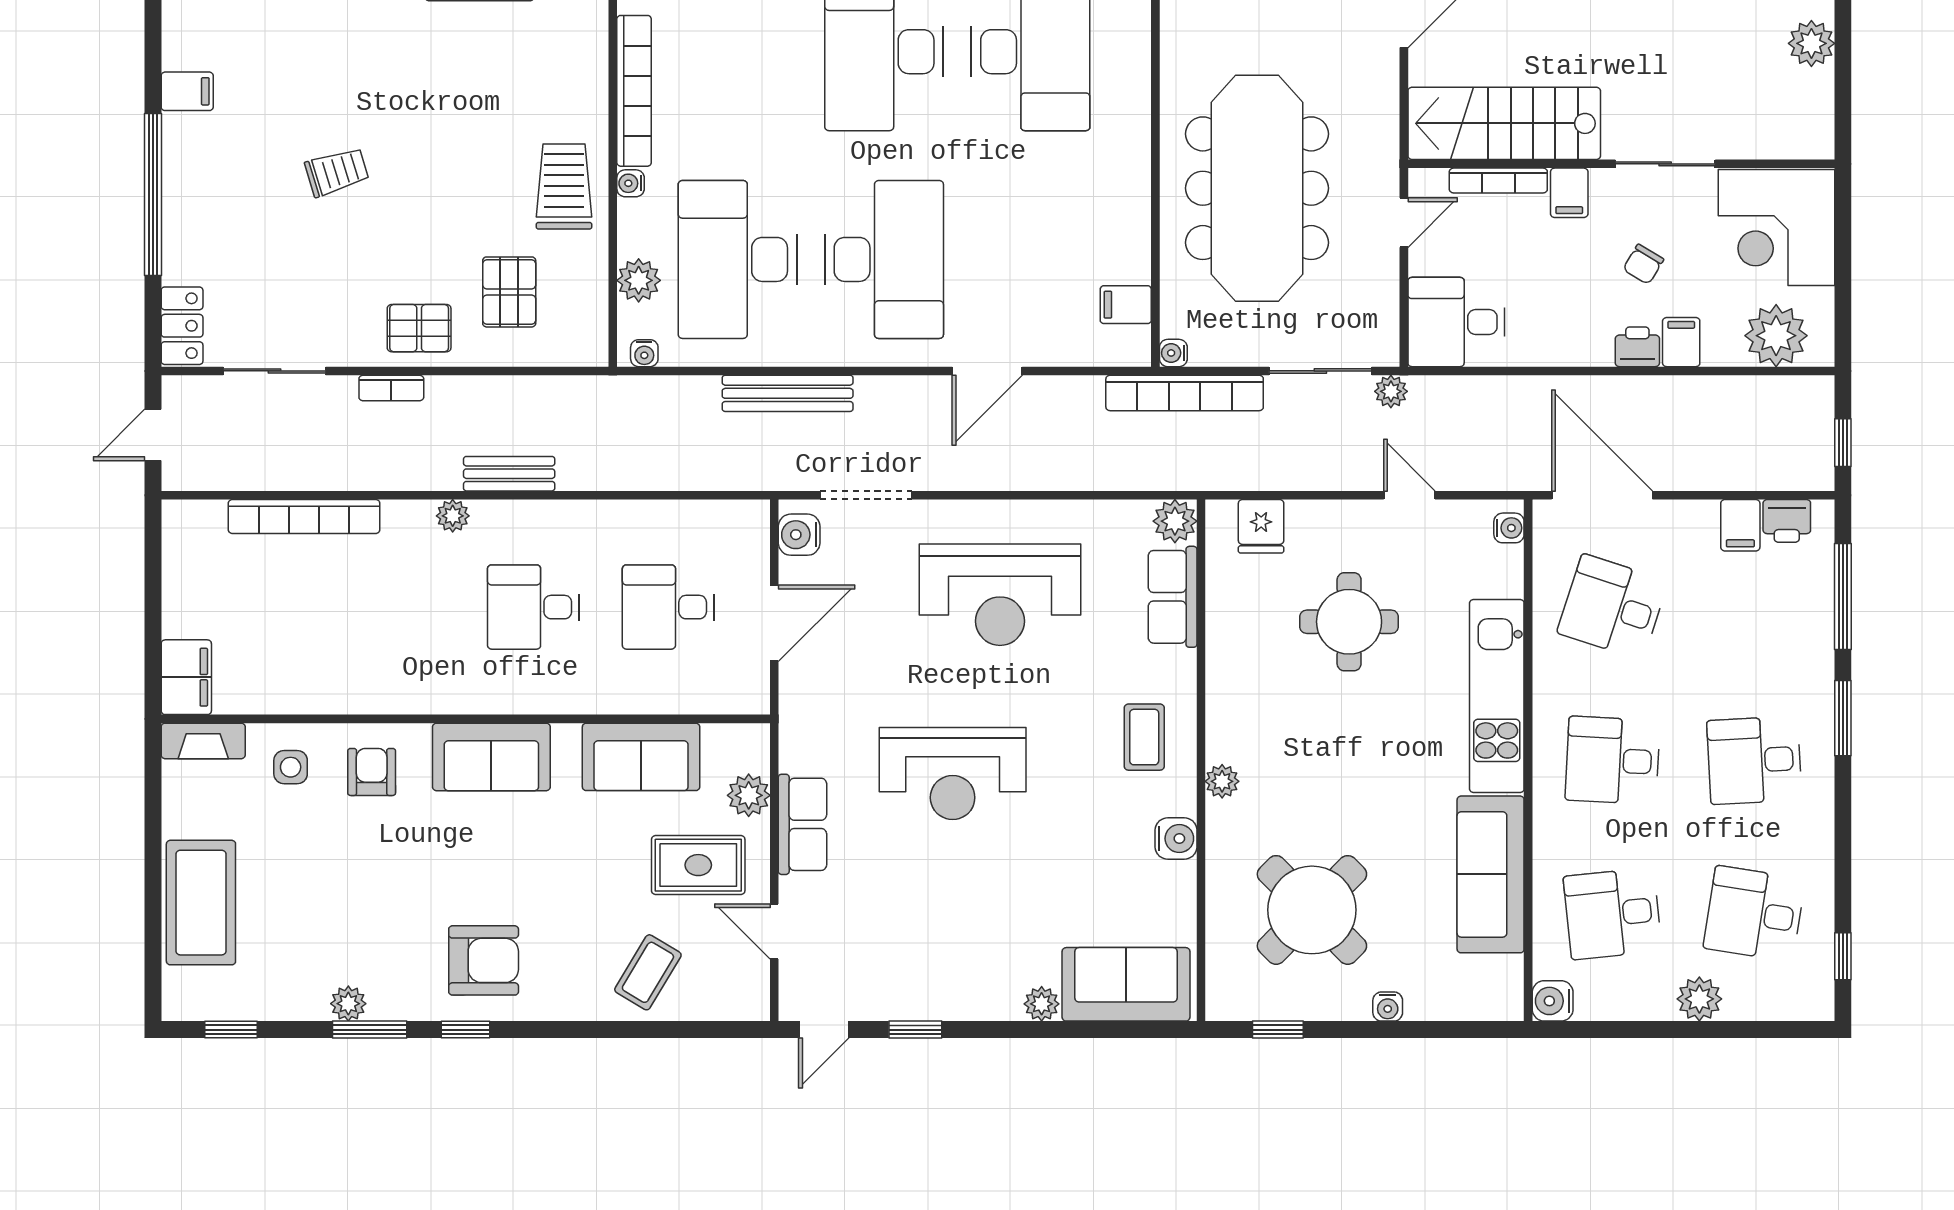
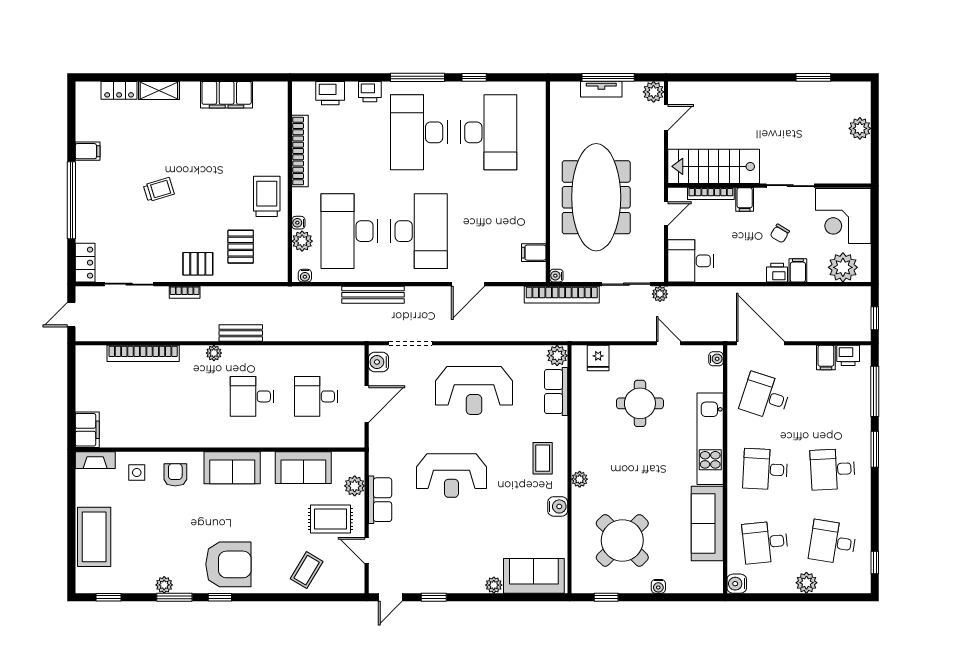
water cooler: (631, 183) -> (298, 223), moved
armchair: (484, 960) -> (228, 564), width x1.36, depth x1.36

